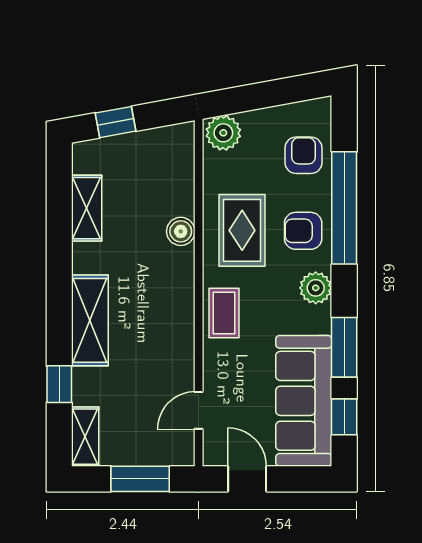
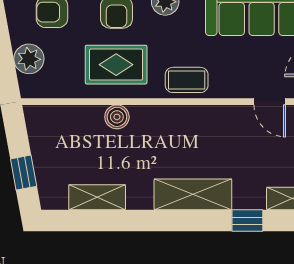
plant: (223, 133) -> (29, 59), moved

